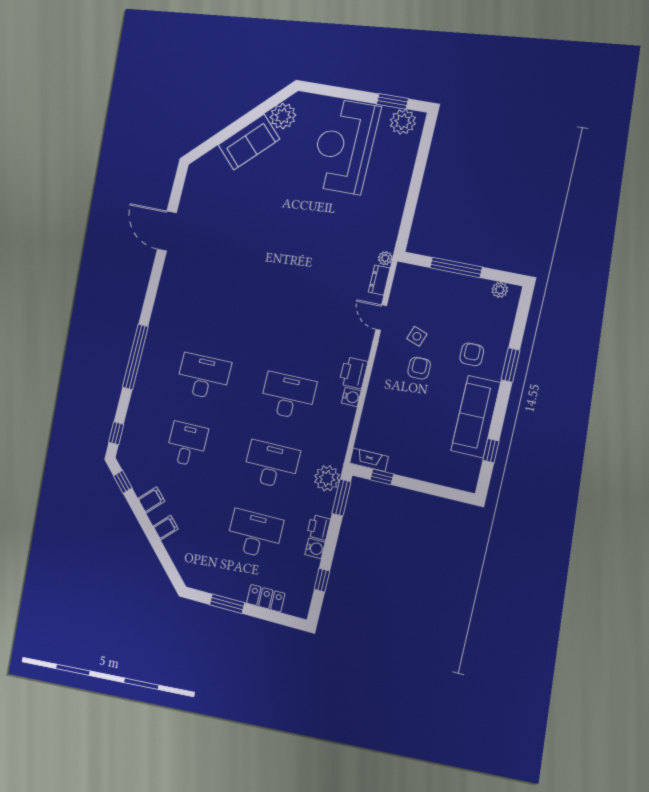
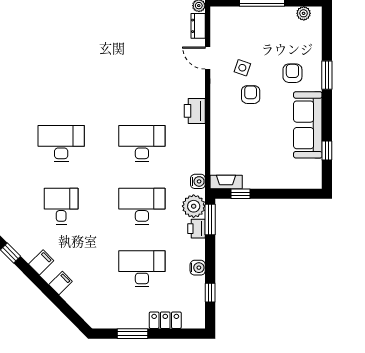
water cooler: (351, 397) -> (198, 181), moved
printer: (319, 527) -> (196, 229), moved

